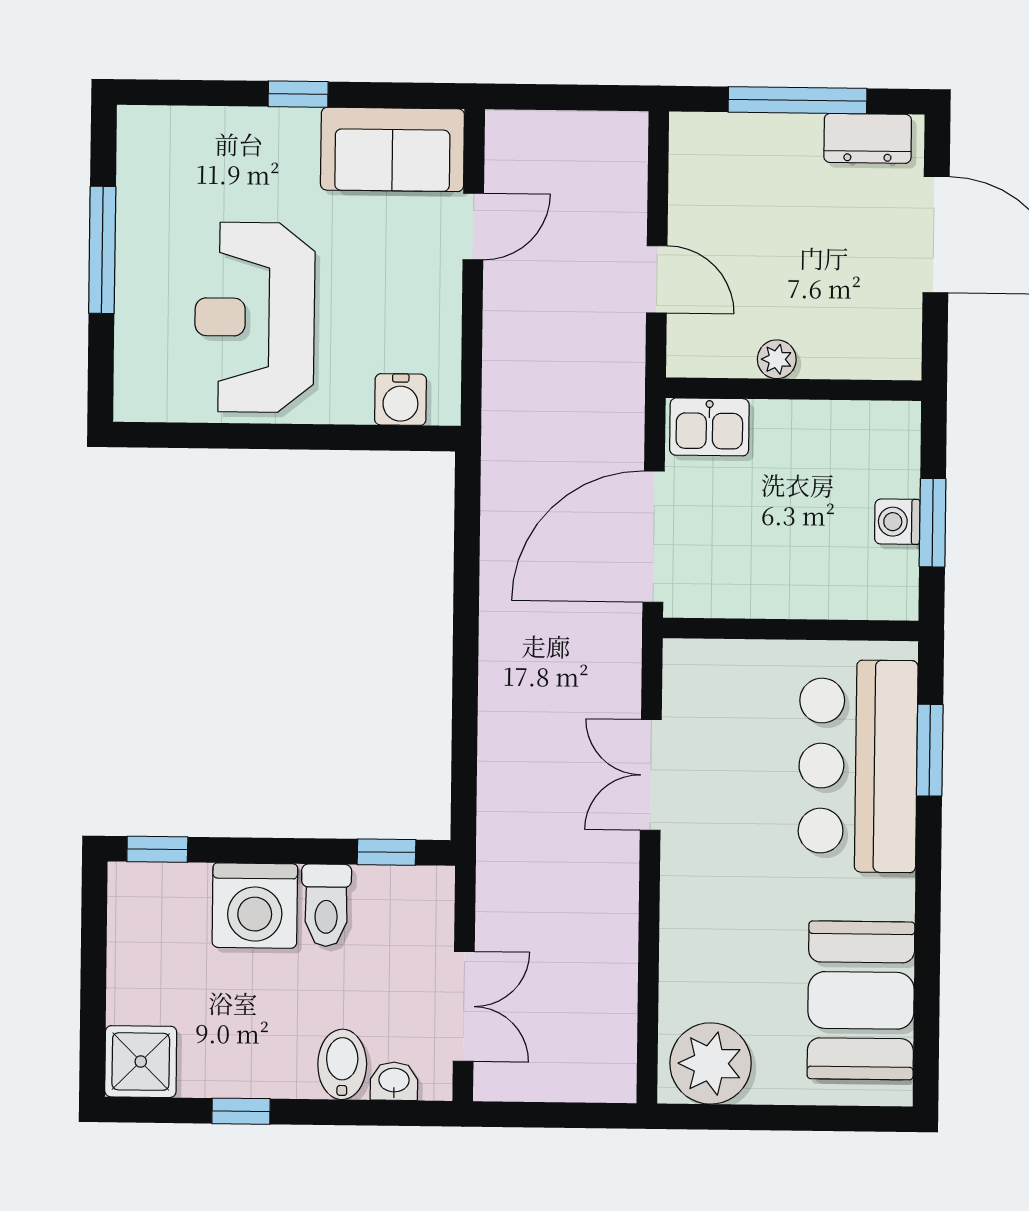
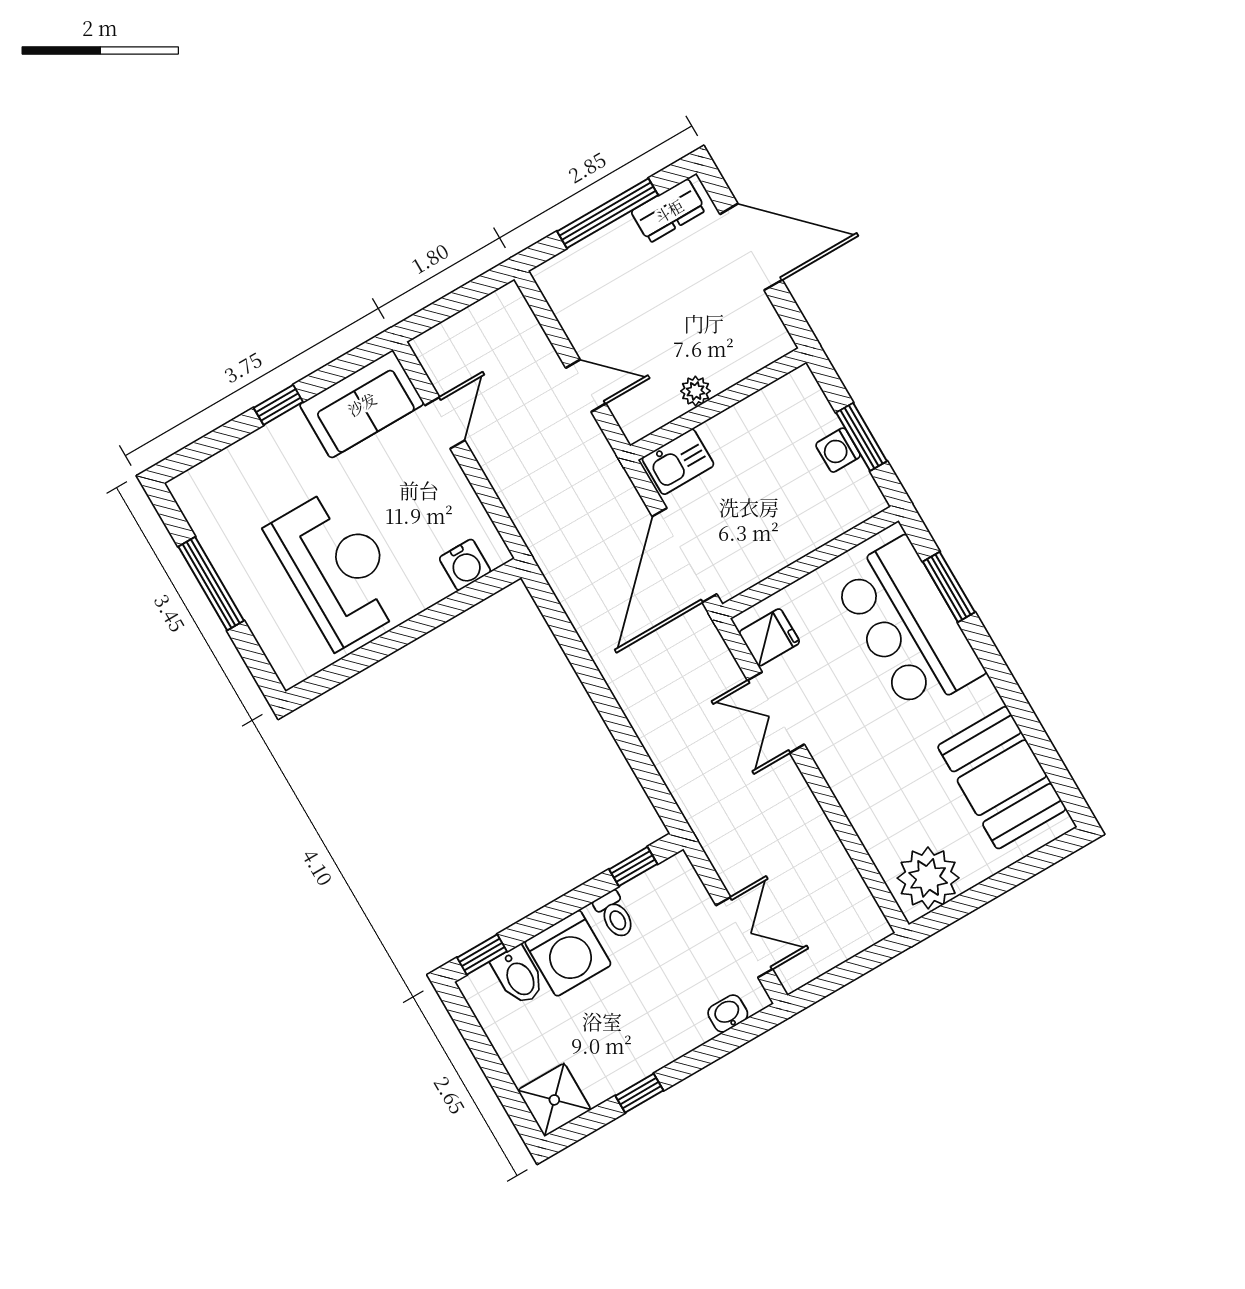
reception desk: (255, 317) -> (337, 568), turned 180
fridge: (694, 686) -> (769, 637), added
toilet: (326, 905) -> (615, 915), width x0.73, depth x0.72
bidet: (342, 1064) -> (519, 976), moved, turned 180

